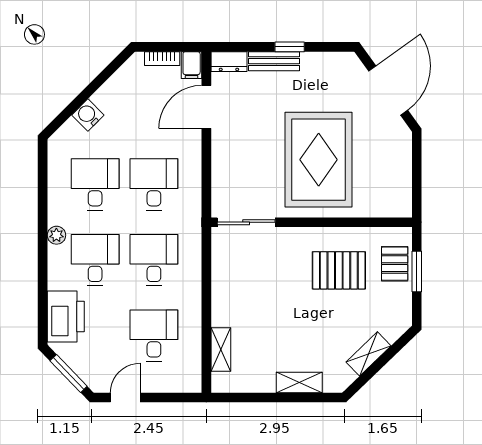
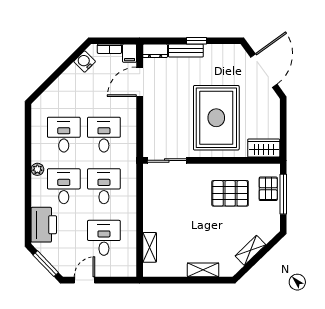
water cooler: (88, 115) -> (85, 62), moved
wardrobe: (388, 204) -> (264, 148), added
window: (417, 272) -> (283, 194), width x1.44

